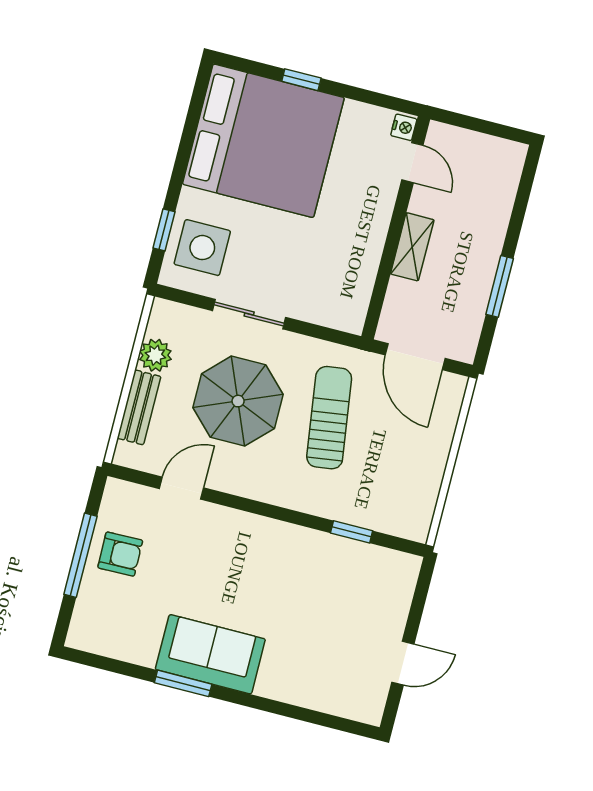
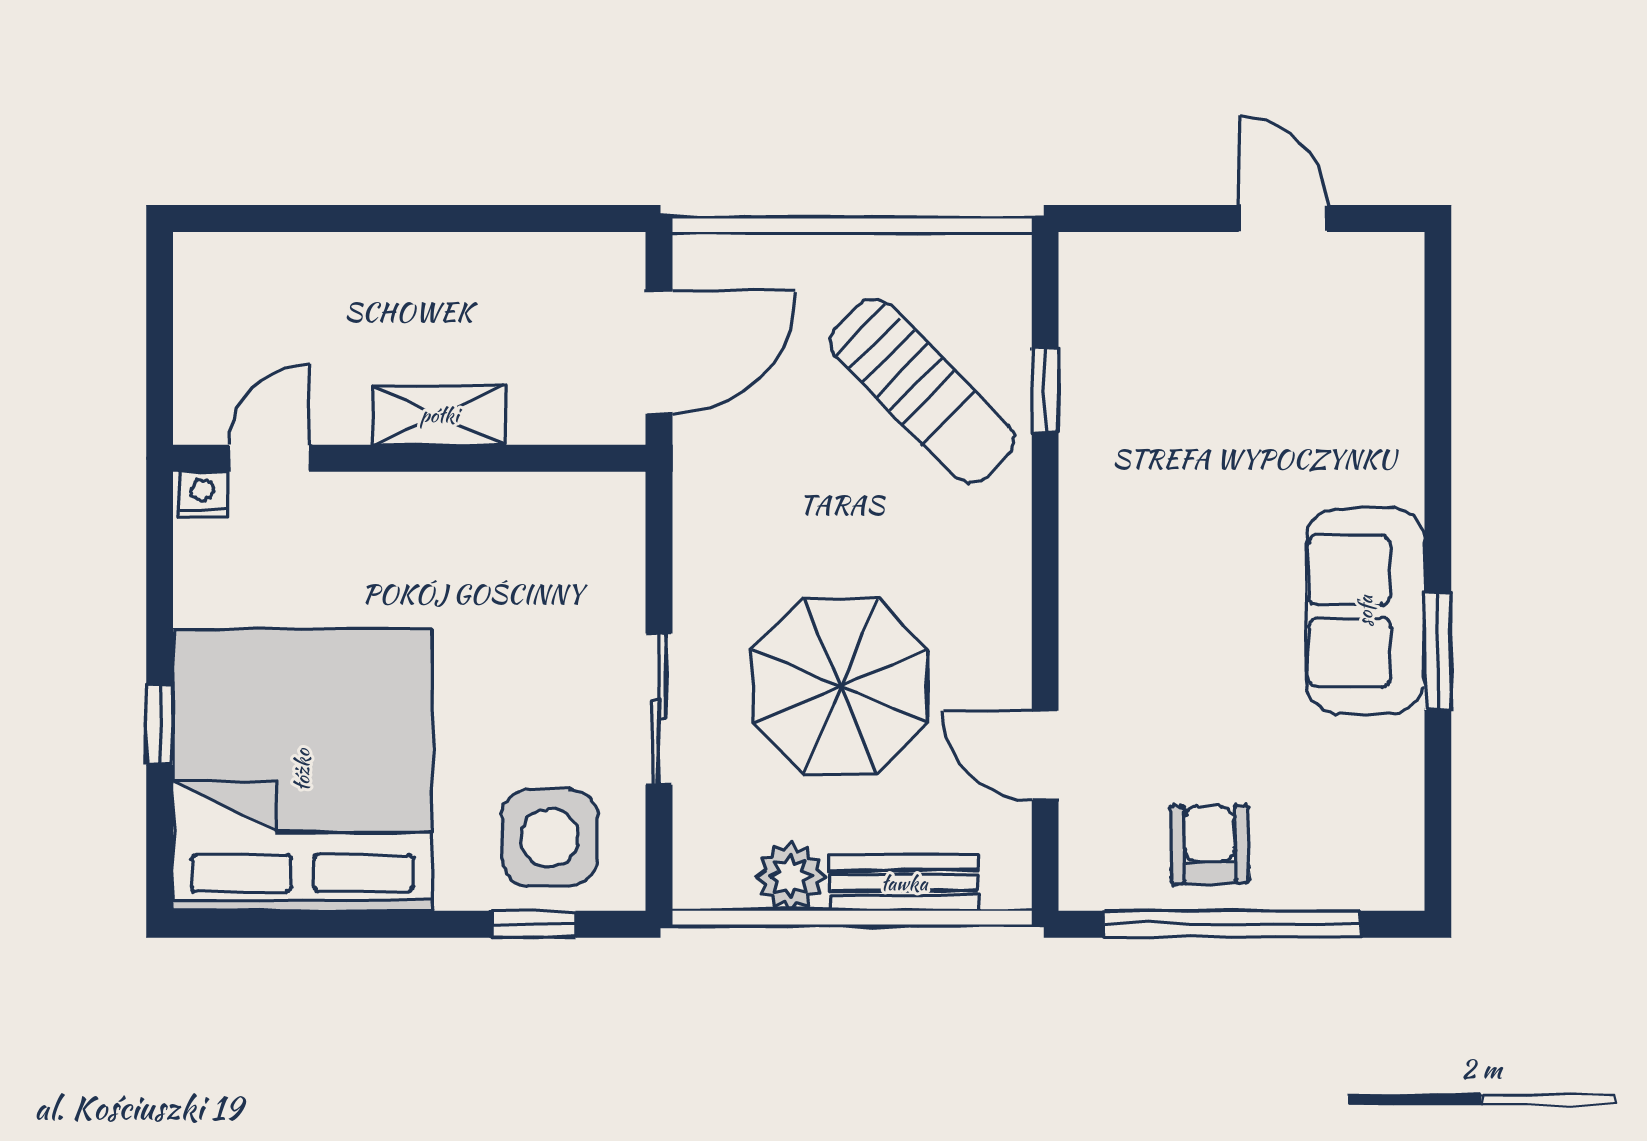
window: (500, 286) -> (474, 219), removed
sun lounger: (329, 418) -> (922, 391), moved, turned -127
window: (80, 555) -> (1233, 924), width x1.46

